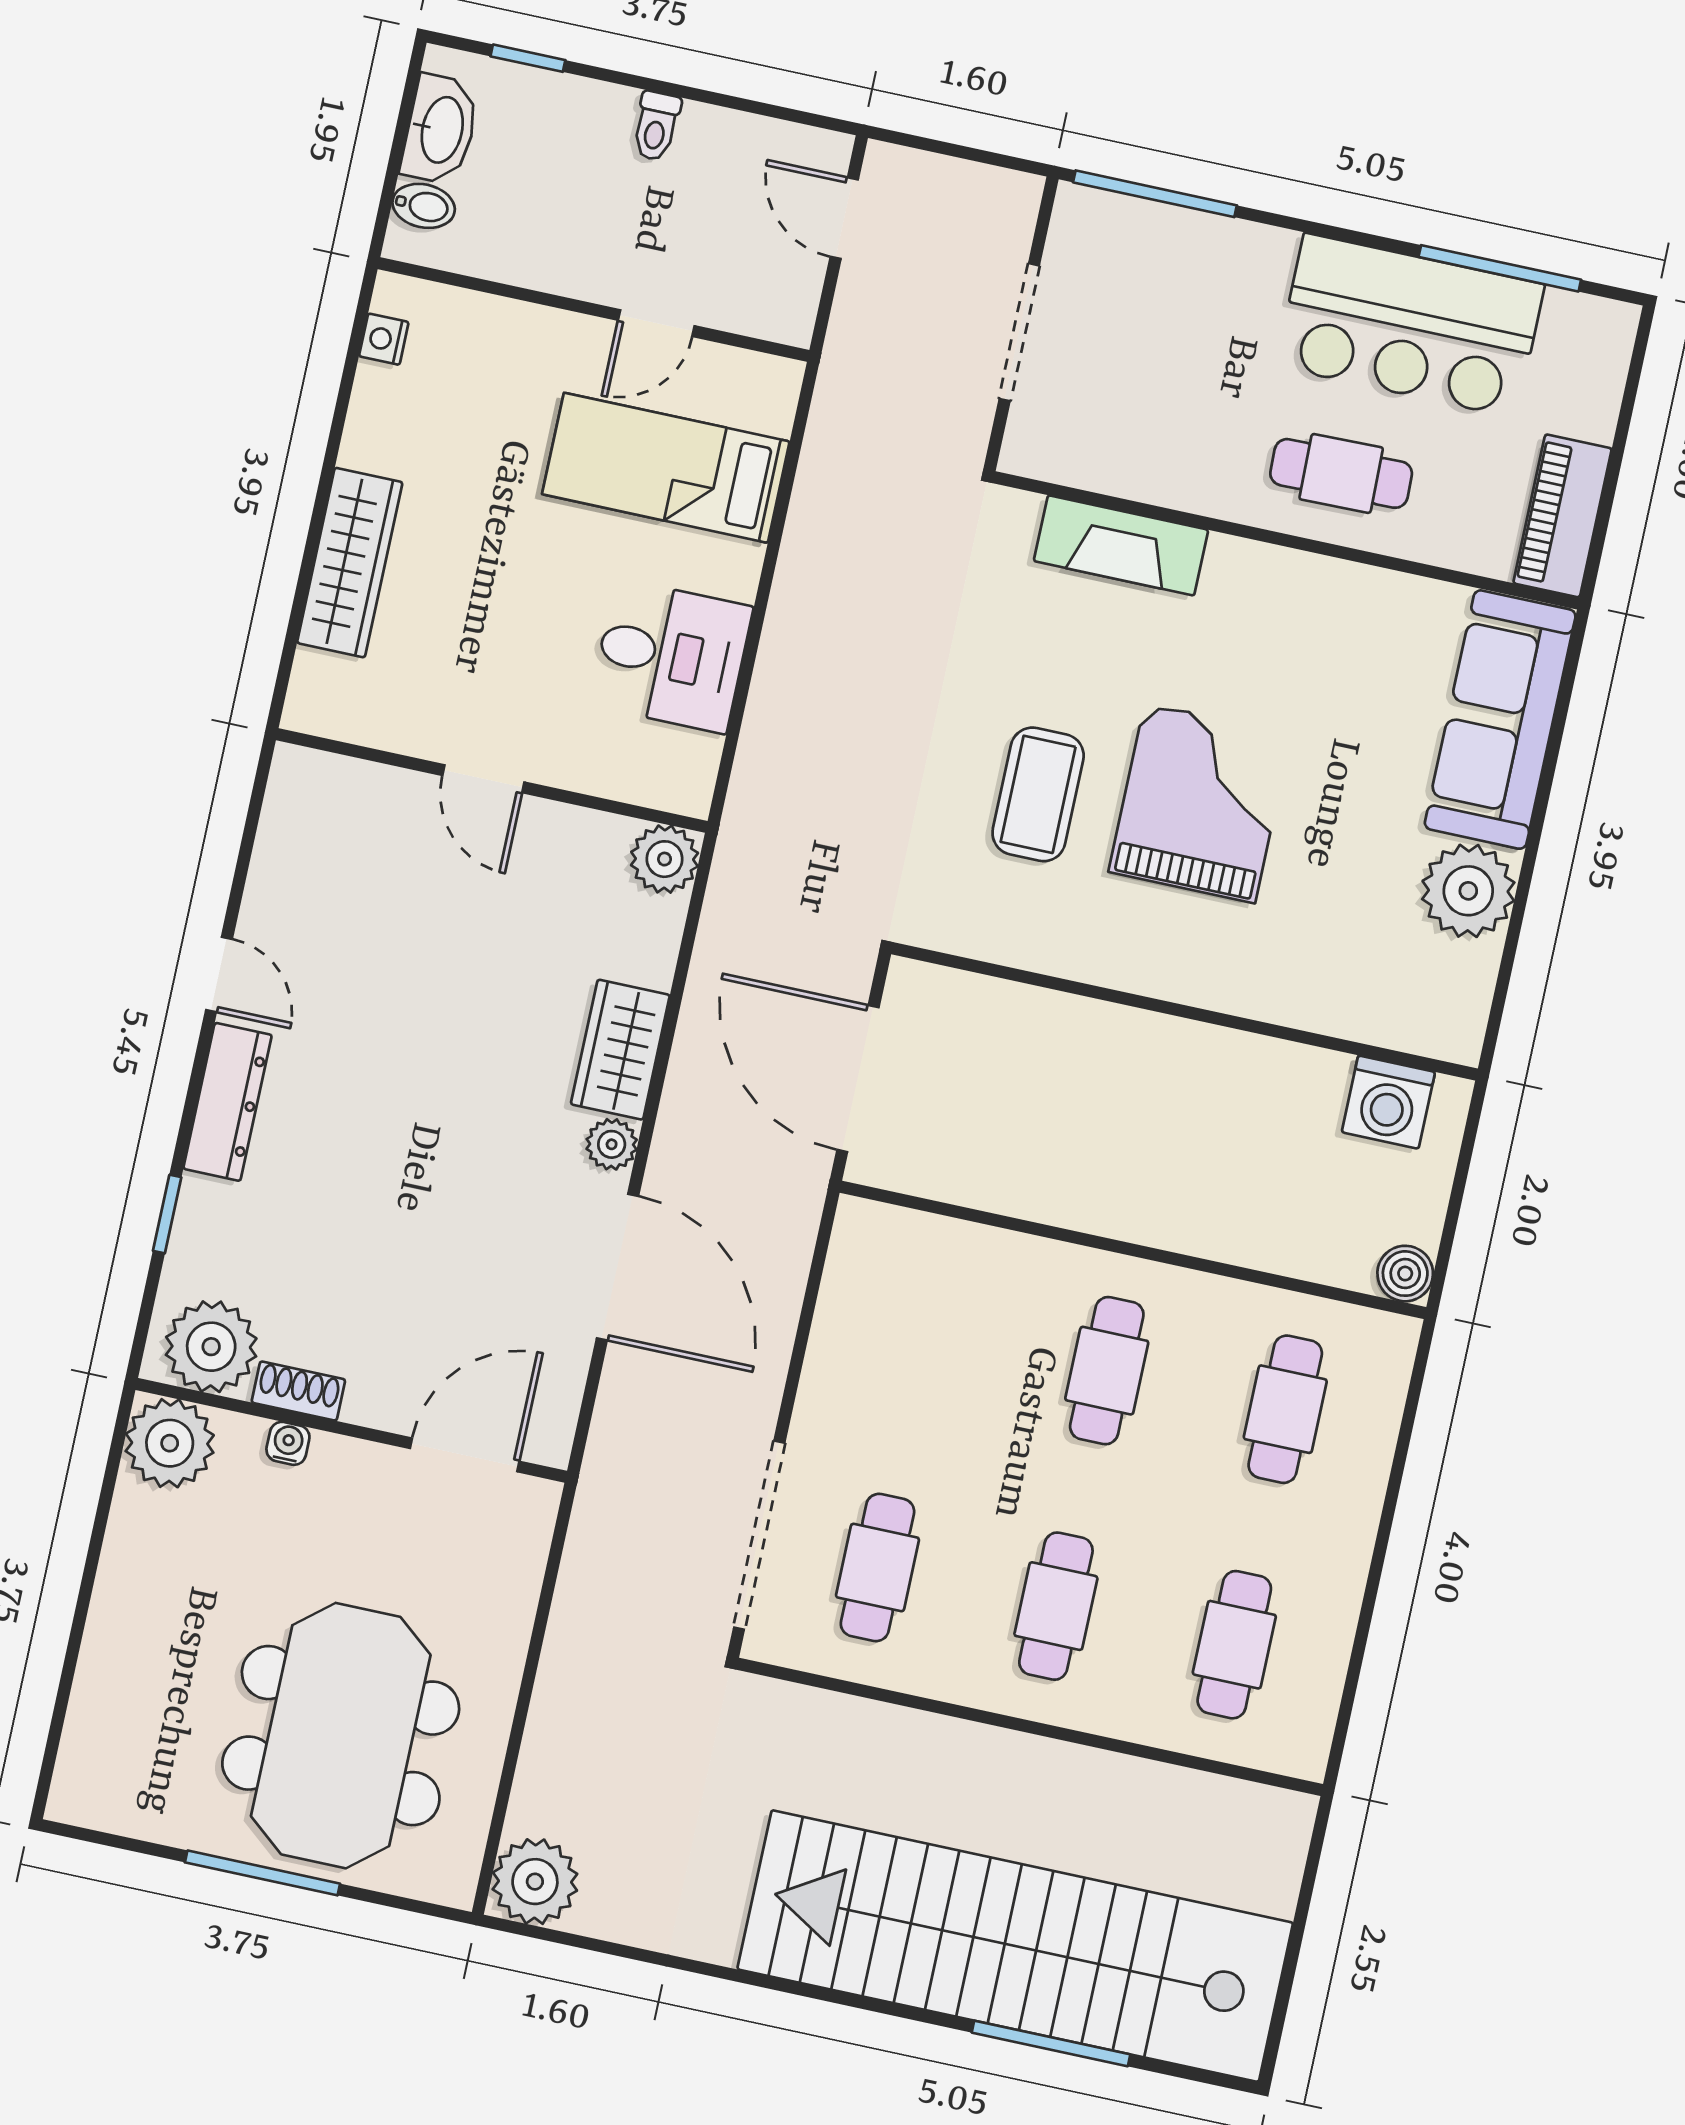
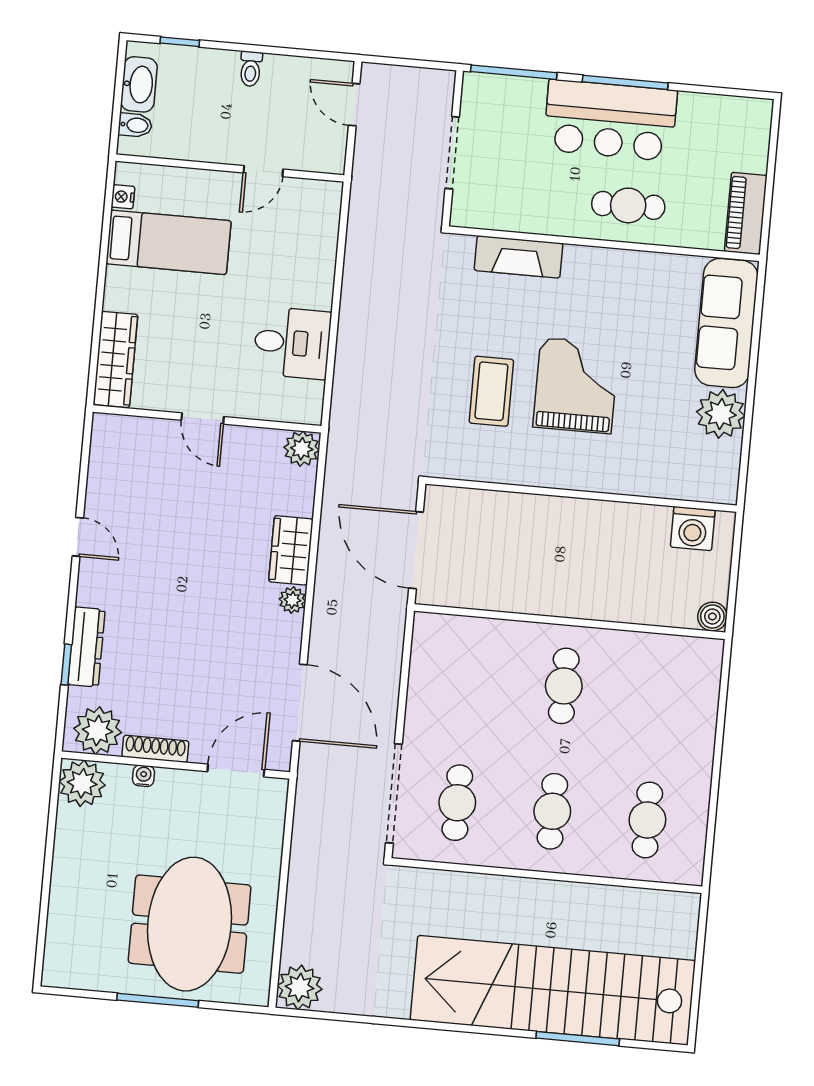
window: (1500, 268) -> (625, 82), moved
bar counter: (1410, 325) -> (610, 120), moved
bed: (666, 468) -> (168, 242), moved, turned 180
wardrobe: (350, 563) -> (115, 359), moved
dresser: (228, 1102) -> (86, 647), moved
door: (617, 1267) -> (300, 703), moved
shoe rack: (298, 1391) -> (155, 749), width x1.43
cafe table: (1285, 1409) -> (659, 695), removed

